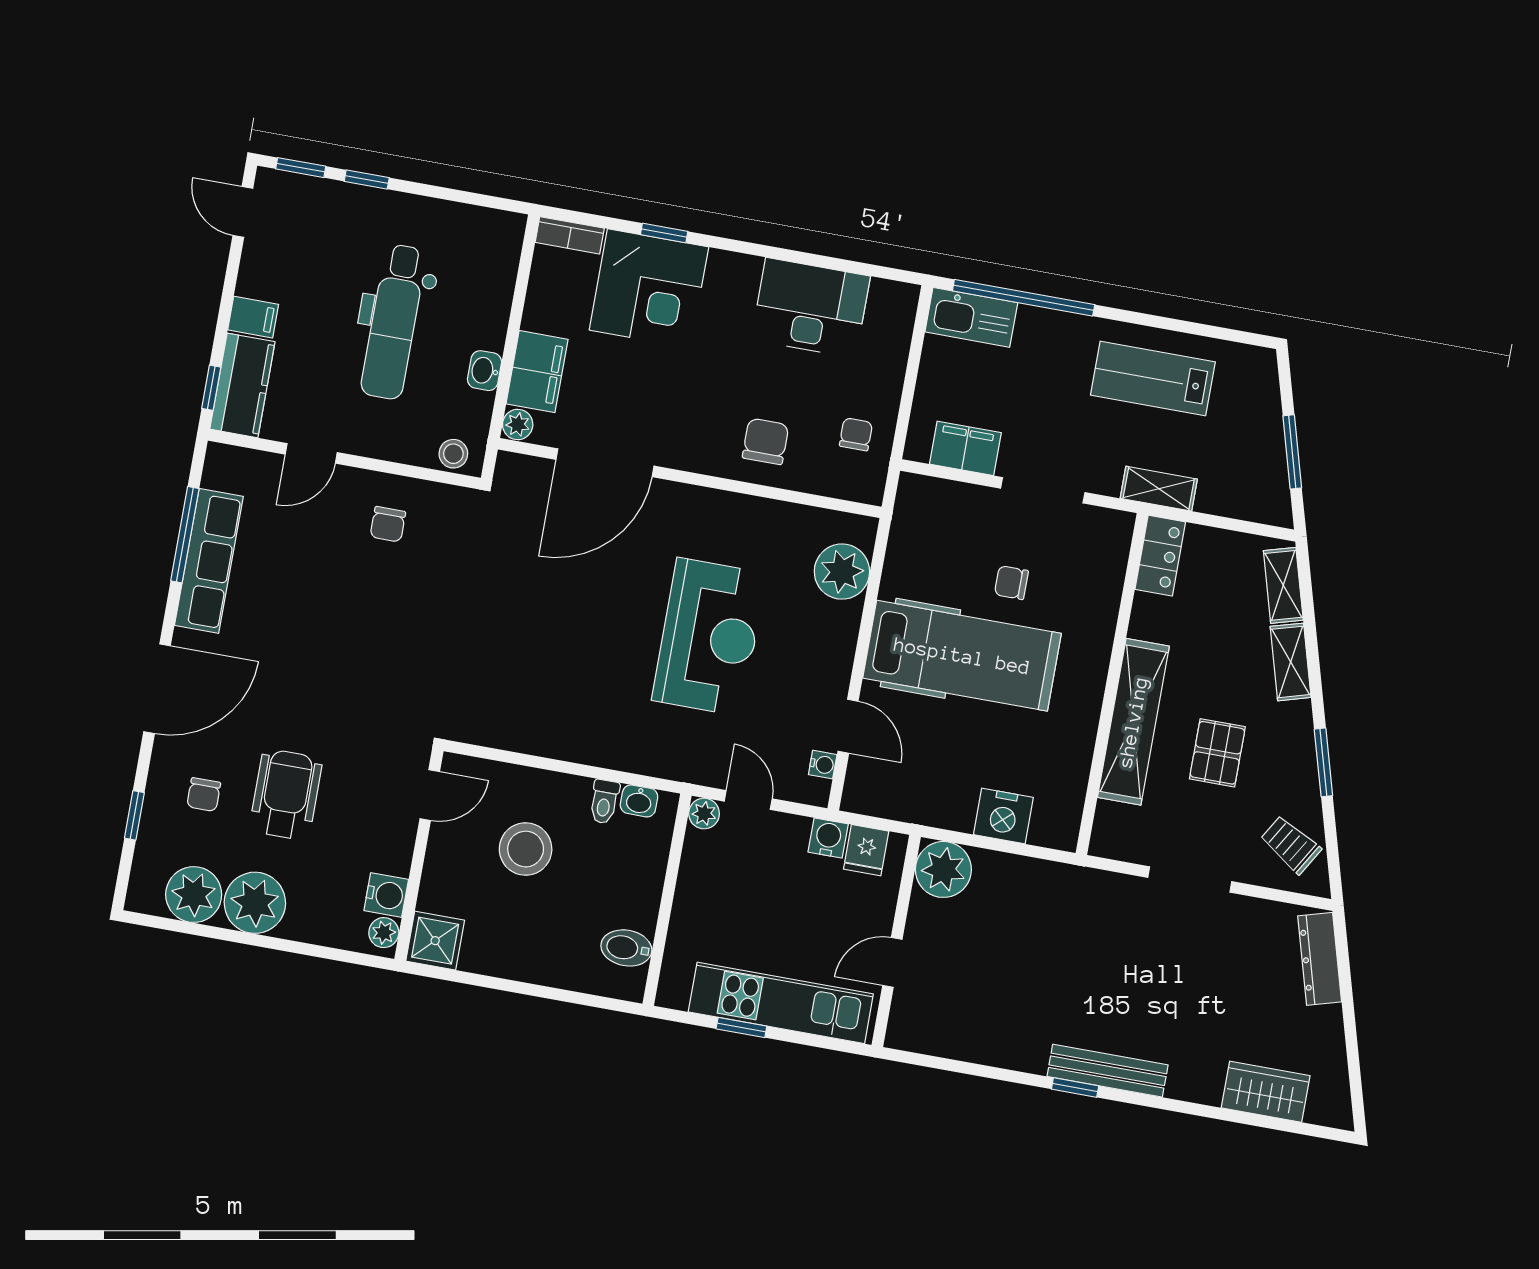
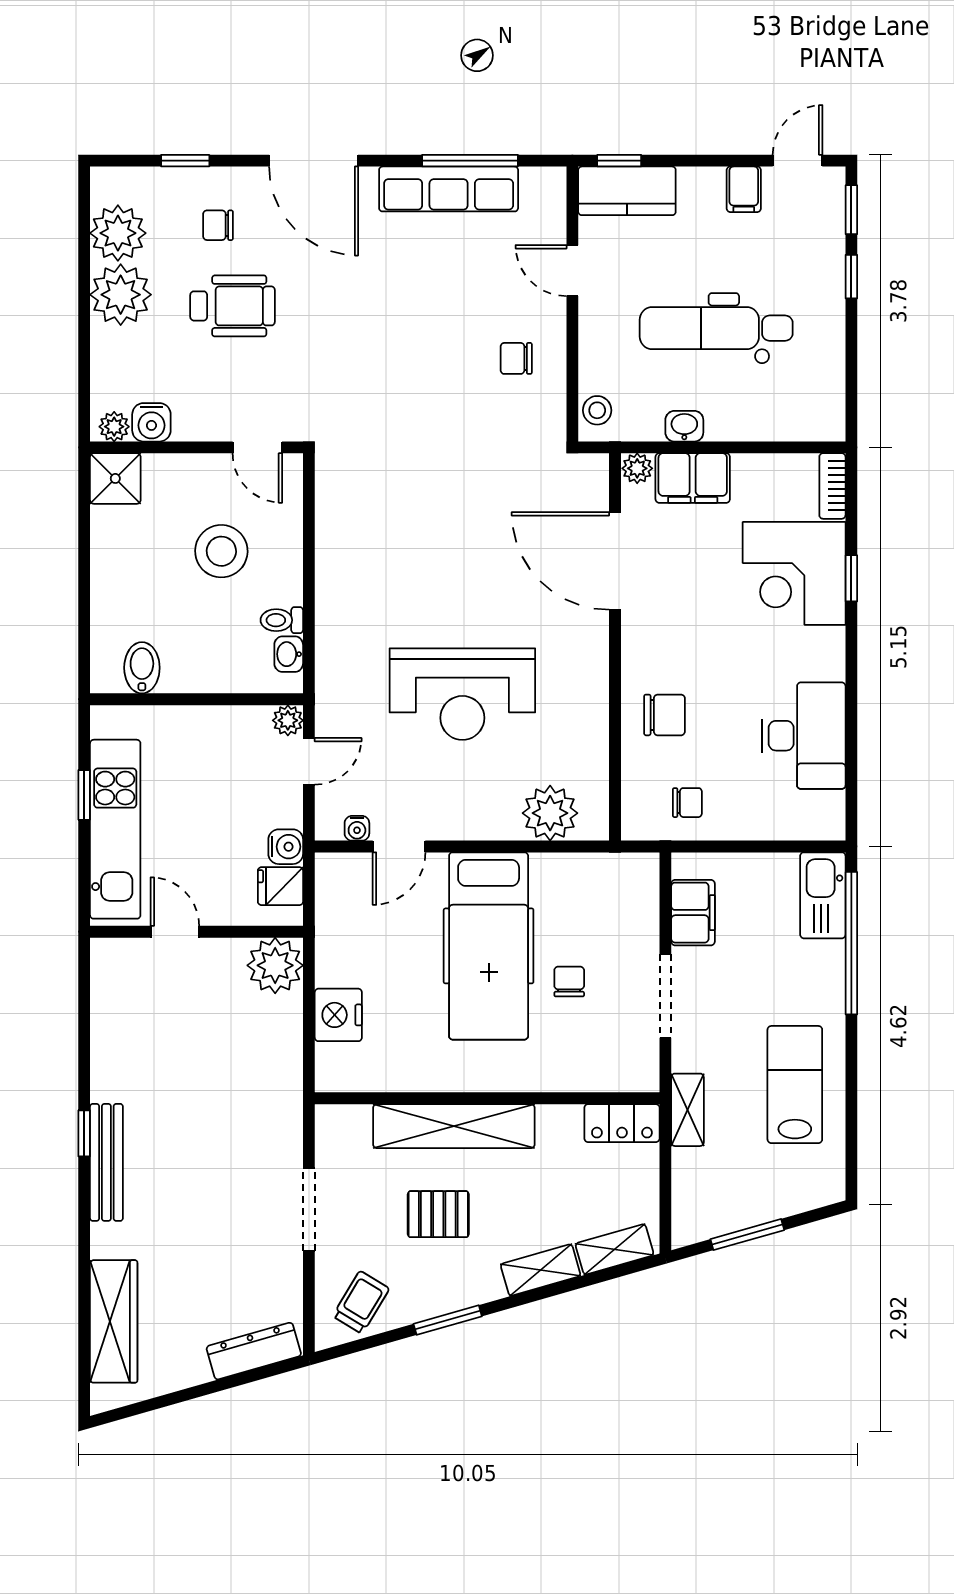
filing cabinet: (253, 317) -> (744, 189), moved
wardrobe: (1266, 1092) -> (114, 1321), width x1.50

